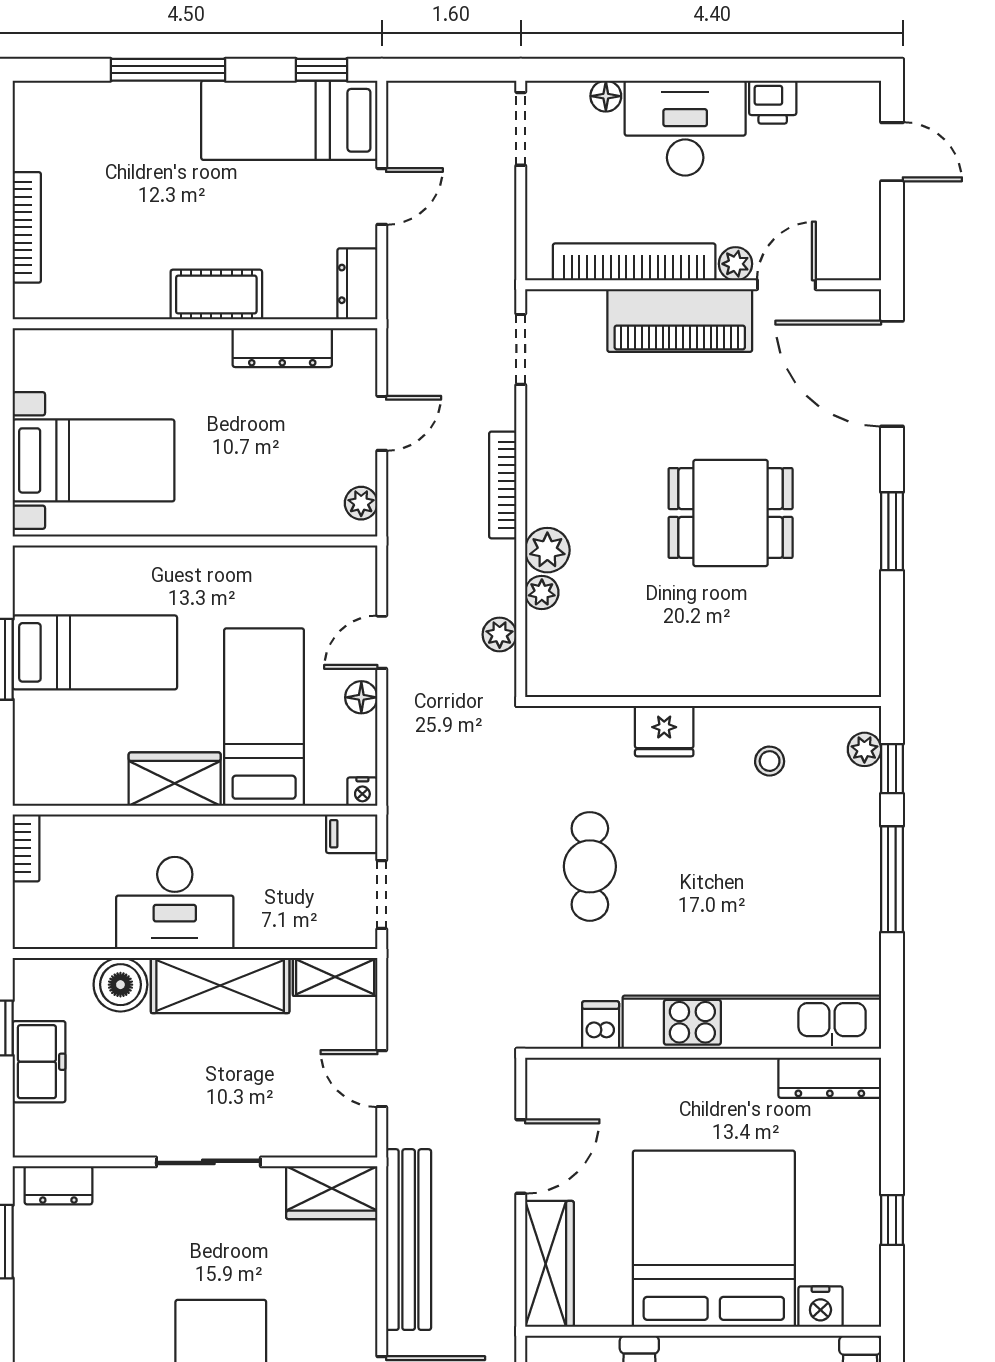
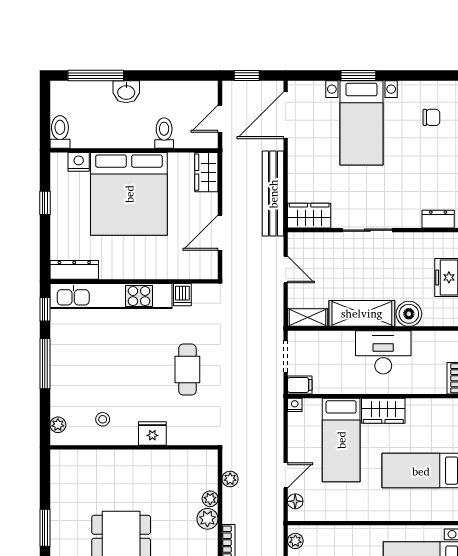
floor lamp: (361, 697) -> (295, 501), moved
window: (892, 769) -> (45, 309), moved
wardrobe: (549, 1264) -> (206, 172), width x0.67

